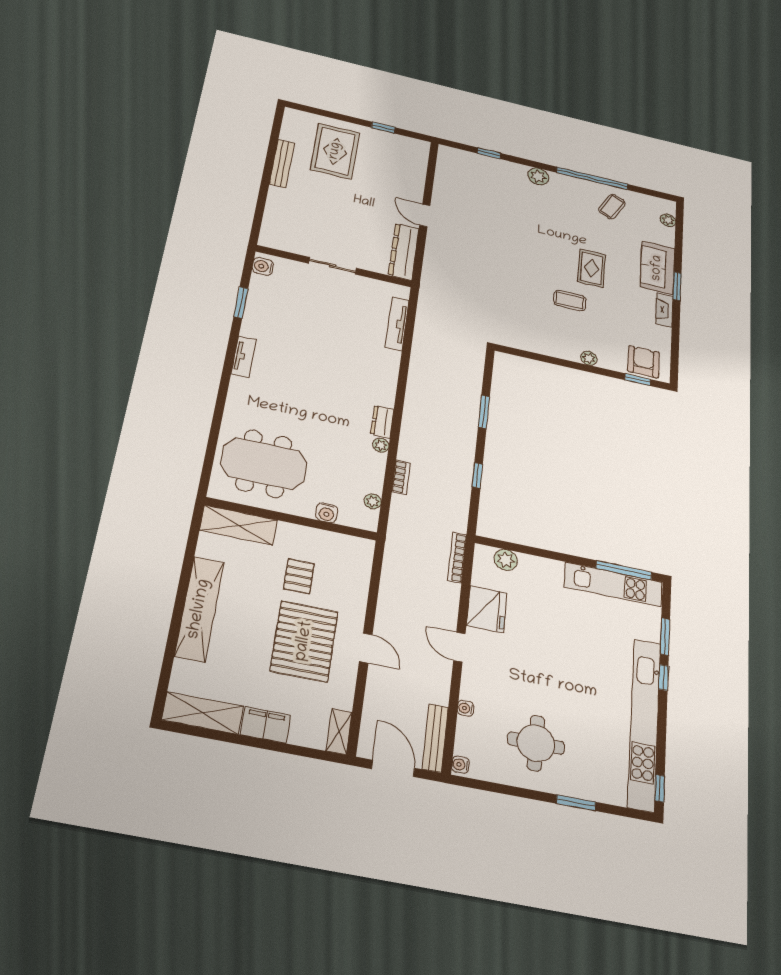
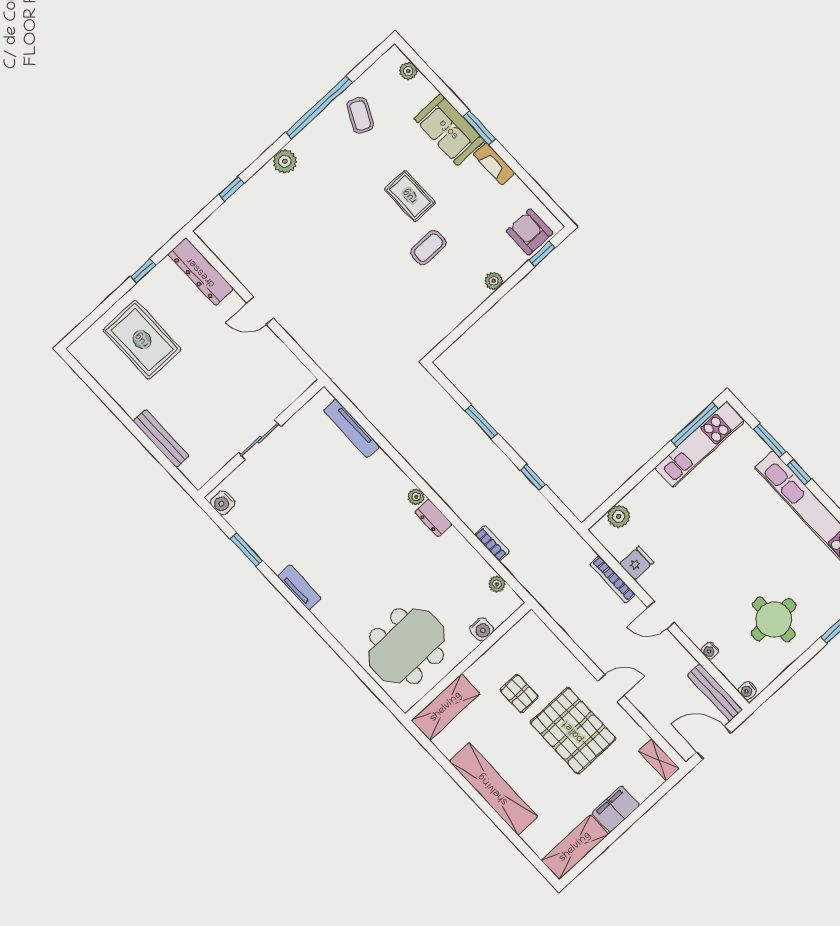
bench: (282, 164) -> (161, 438), moved
dresser: (404, 252) -> (201, 272), moved
plant: (381, 445) -> (416, 497), moved
bookcase: (457, 558) -> (612, 579), moved
fridge: (487, 609) -> (637, 563), width x0.53, depth x0.75

